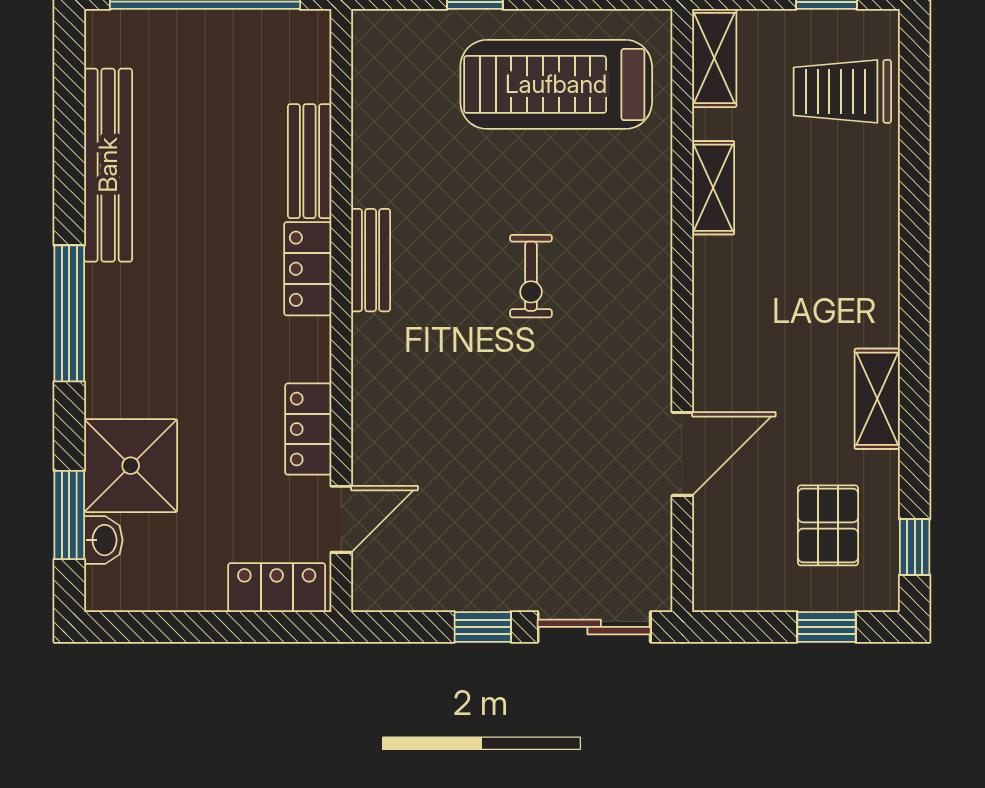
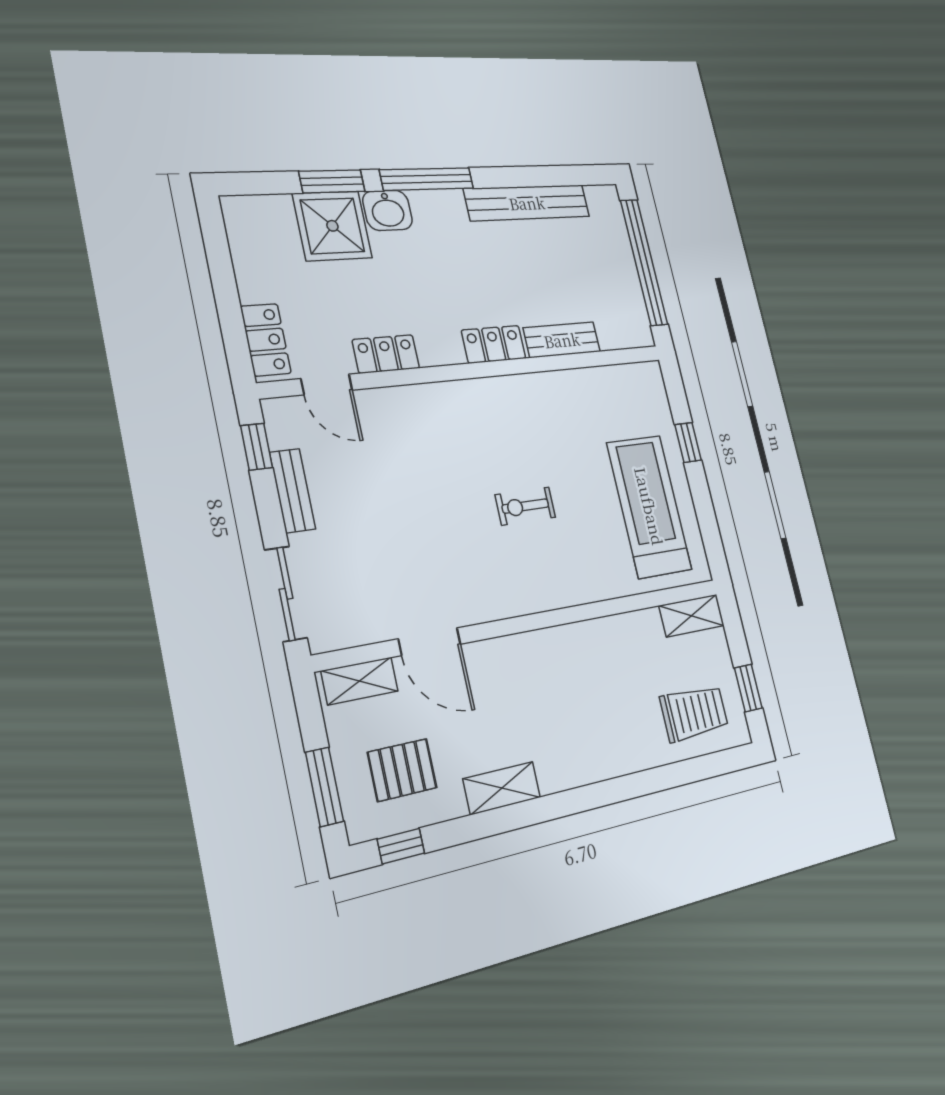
trolley: (842, 91) -> (694, 713), turned 90
shelving: (713, 188) -> (360, 681), moved
bench: (371, 260) -> (292, 491), moved, turned 90
window: (69, 515) -> (332, 181), moved
washbasin: (103, 540) -> (388, 210), moved, width x1.38, depth x1.45
window: (483, 627) -> (257, 447), moved
window: (827, 627) -> (324, 787), width x1.50

